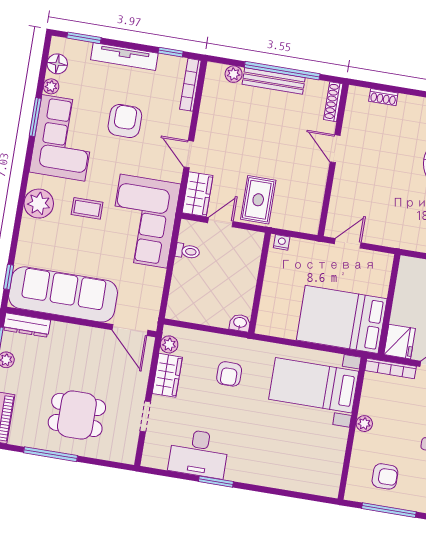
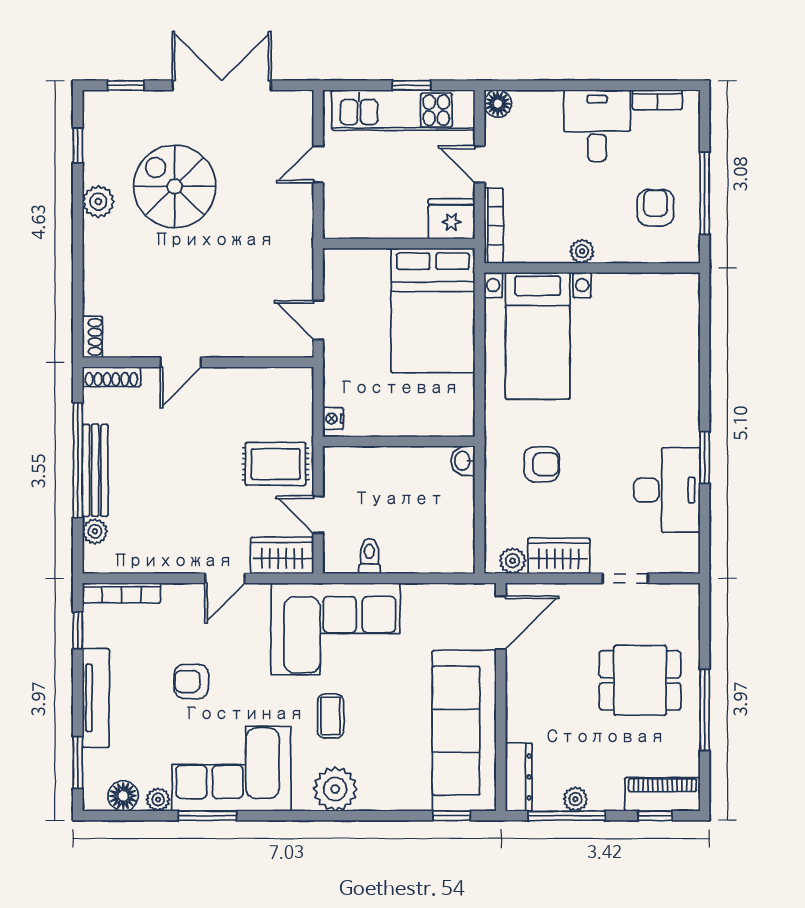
shoe rack: (383, 97) -> (92, 337), moved
armchair: (125, 121) -> (191, 681), width x0.72, depth x0.72
dining table: (77, 415) -> (640, 680), turned 90

